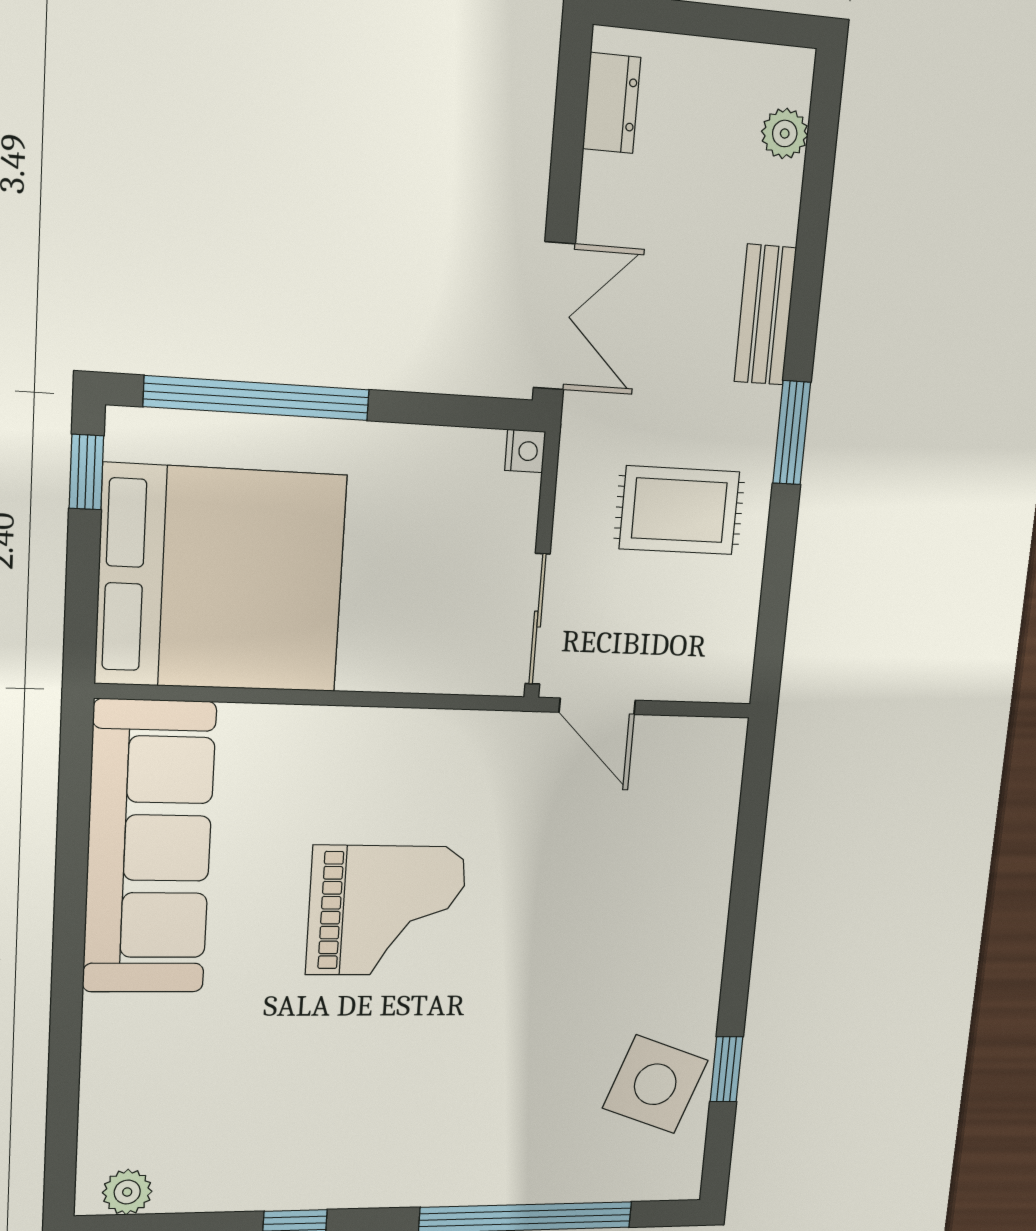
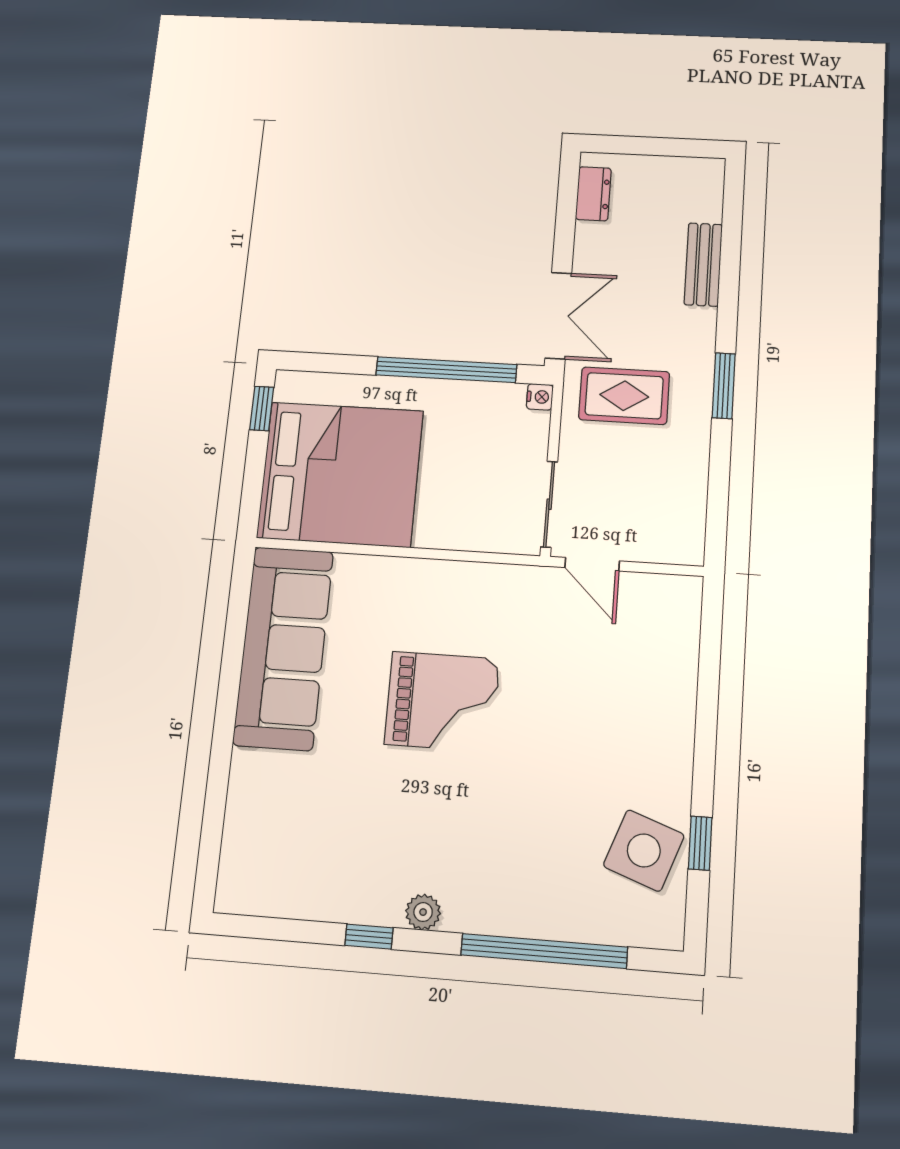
plant: (785, 133) -> (708, 207), removed
bench: (765, 315) -> (703, 265), moved
window: (257, 398) -> (446, 370), moved
rug: (679, 510) -> (624, 396), moved
plant: (127, 1192) -> (423, 912), moved

